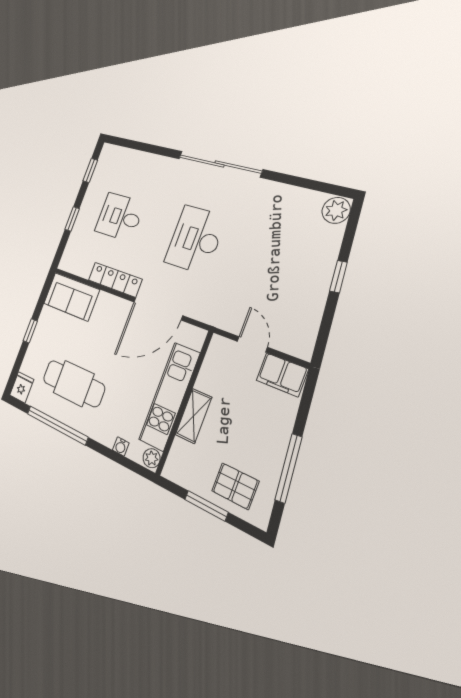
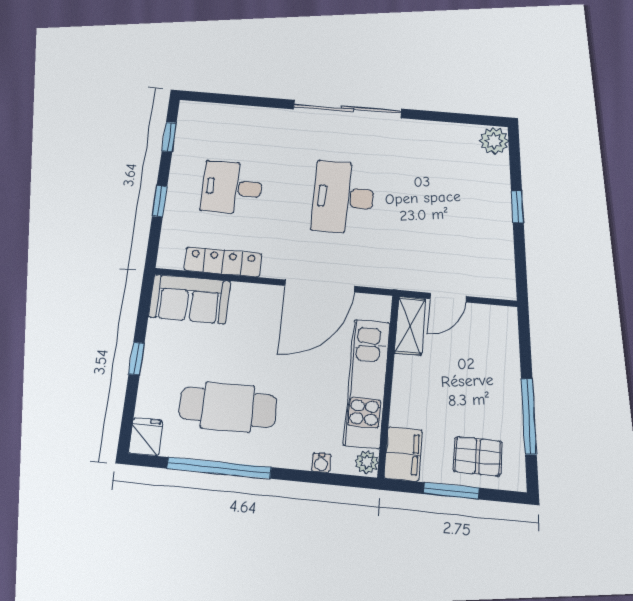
locker: (115, 280) -> (223, 262), moved
door: (252, 344) -> (448, 298), swing flipped
filing cabinet: (282, 375) -> (403, 454), moved, turned -90
shelving: (194, 416) -> (410, 326), moved

